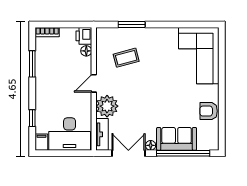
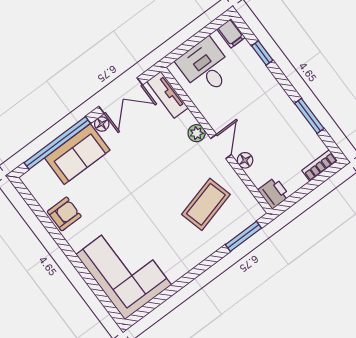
window: (132, 24) -> (243, 236), moved
floor lamp: (86, 51) -> (245, 160), moved
coffee table: (126, 58) -> (206, 204), width x1.36, depth x1.30
plant: (107, 106) -> (197, 133), width x0.53, depth x0.53
desk: (70, 134) -> (205, 67), width x0.73

